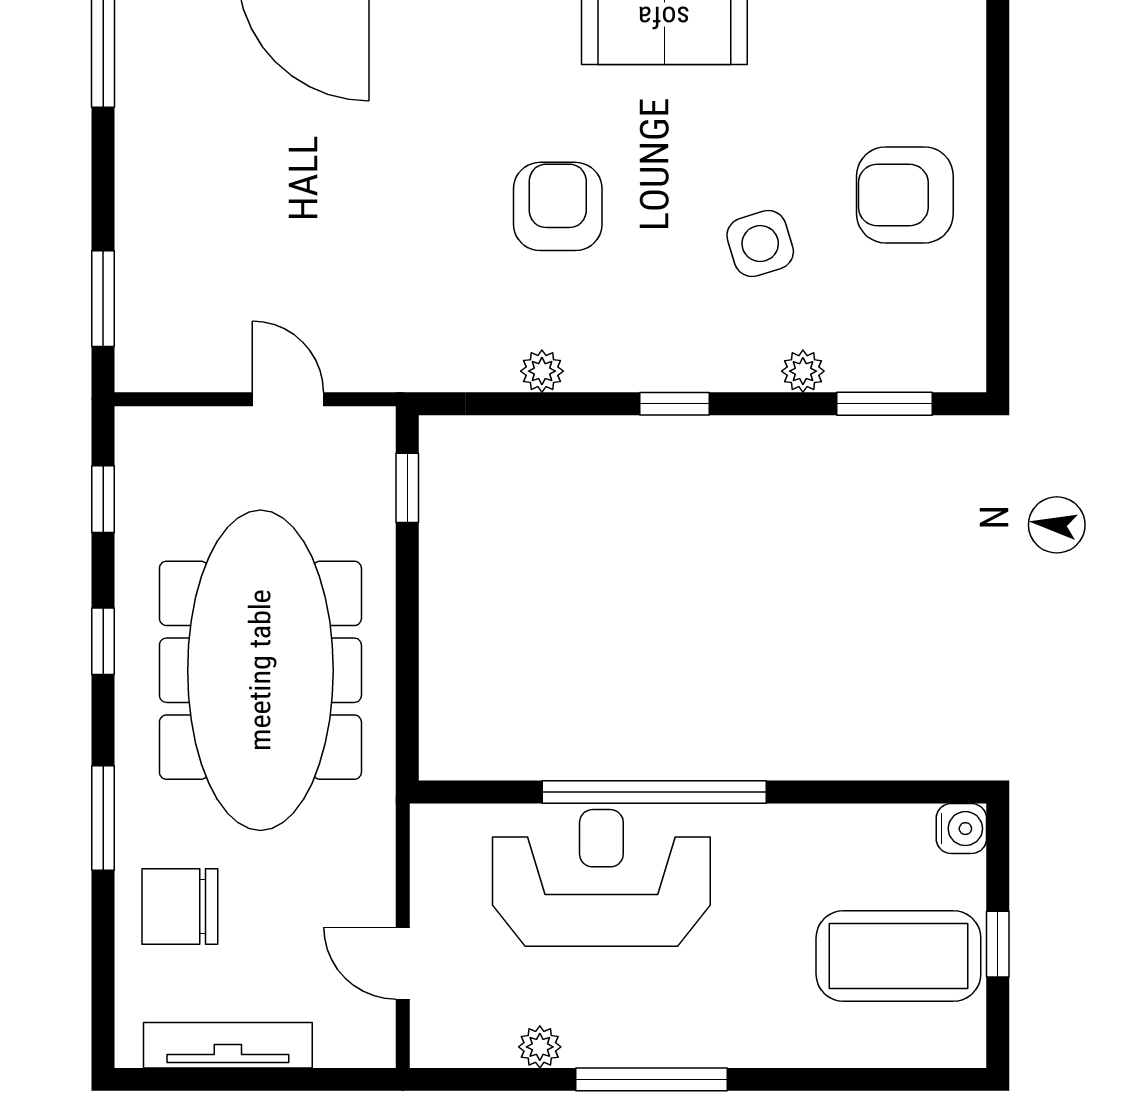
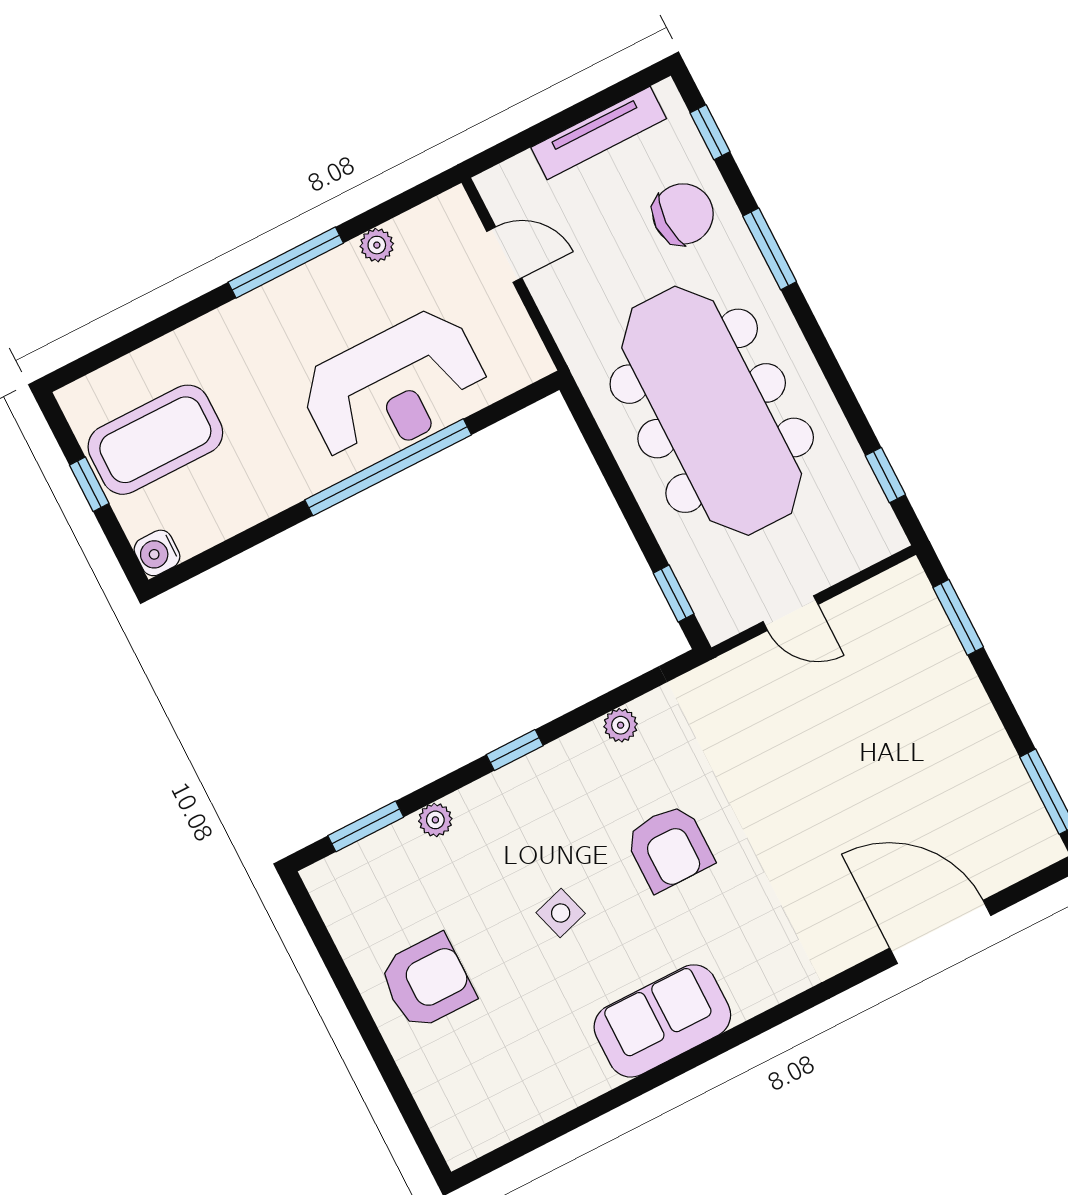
side table: (760, 244) -> (561, 913), moved, width x0.73, depth x0.73
window: (103, 641) -> (710, 132), moved

